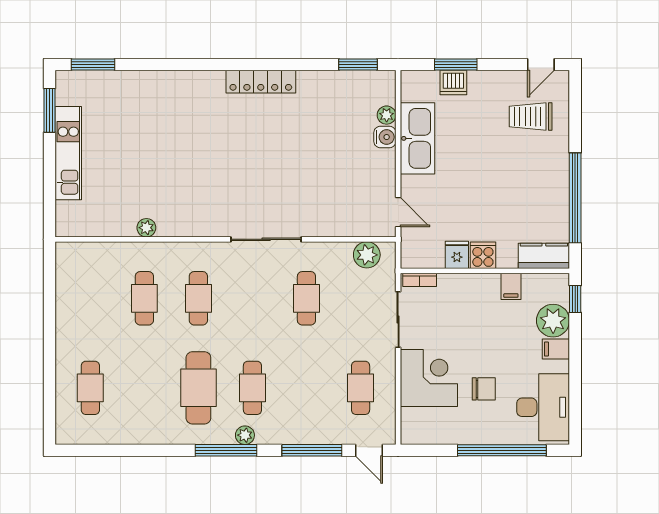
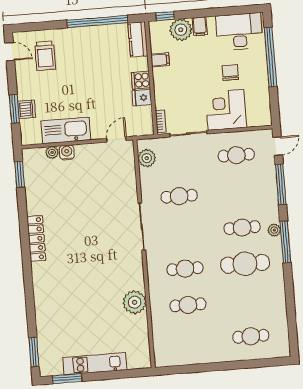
plant: (146, 228) -> (135, 302), width x1.87, depth x1.87

